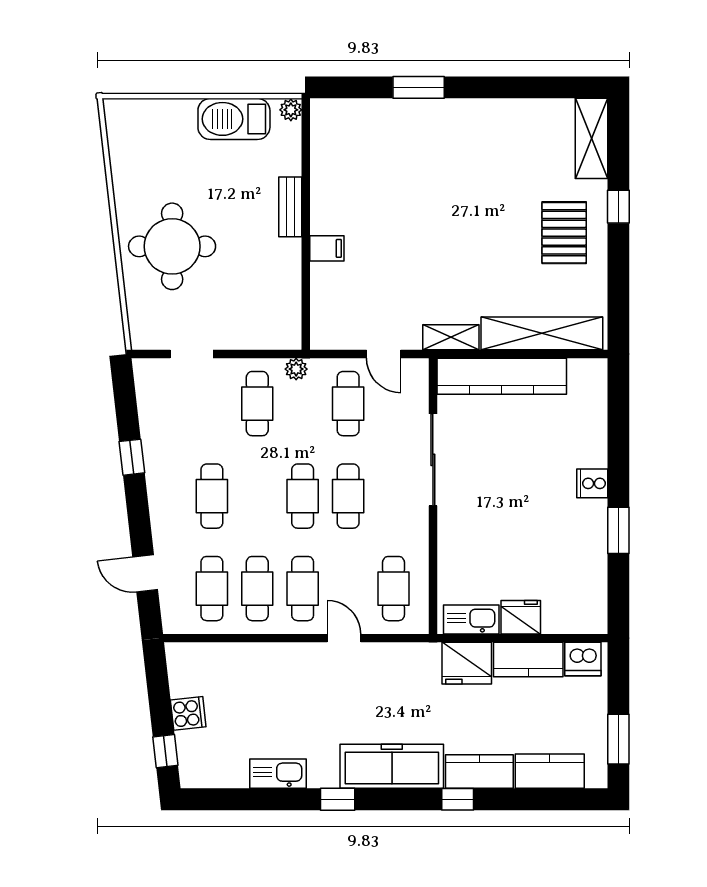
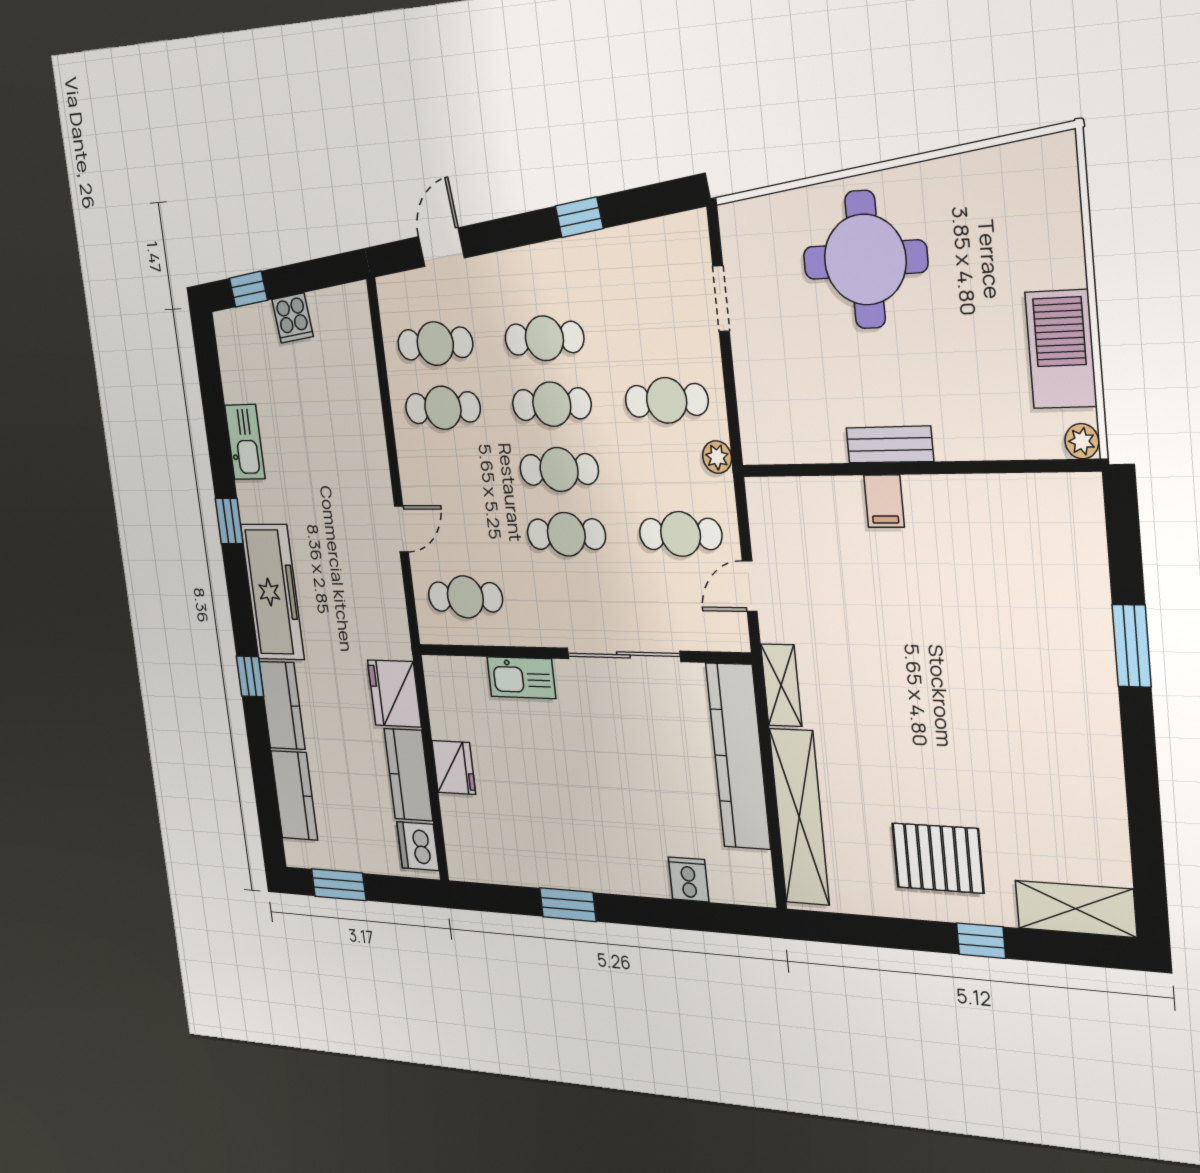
bench: (290, 207) -> (890, 445), moved
cooker: (592, 483) -> (689, 879), moved
cafe table: (303, 589) -> (552, 404), moved
kitchen sink: (471, 620) -> (521, 678), moved, turned 90

